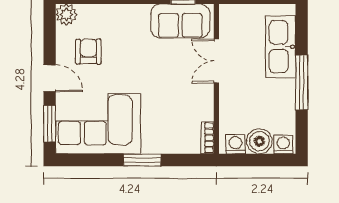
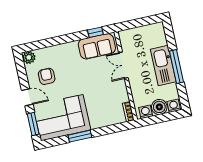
kitchen sink: (281, 47) -> (163, 66), moved
window: (142, 160) -> (80, 136), moved

